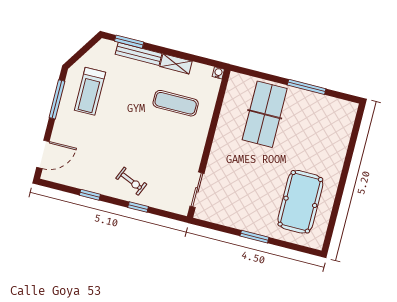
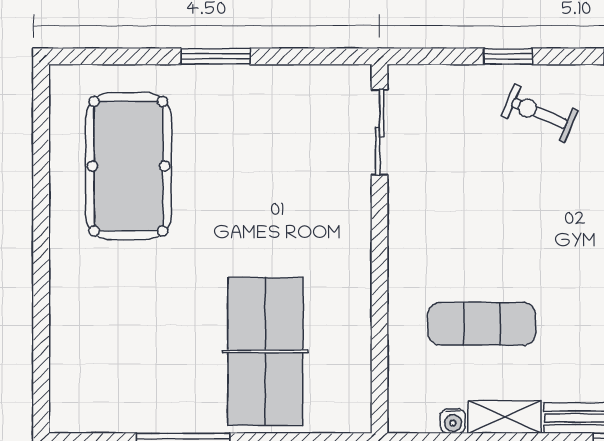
water cooler: (218, 73) -> (453, 421), moved

